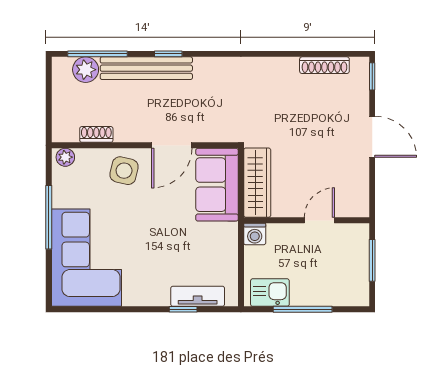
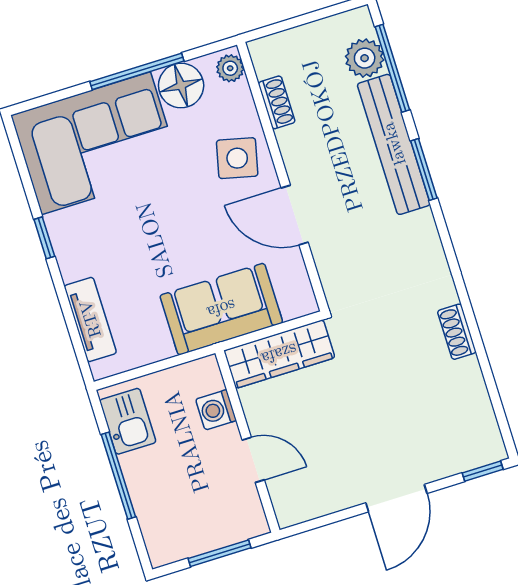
window: (168, 54) -> (424, 169), width x1.50
shoe rack: (324, 65) -> (457, 332), moved, width x0.70
sofa: (217, 185) -> (221, 309), moved
floor lamp: (67, 192) -> (181, 86), added
washing machine: (255, 234) -> (216, 410), moved
window: (183, 309) -> (44, 238), moved

